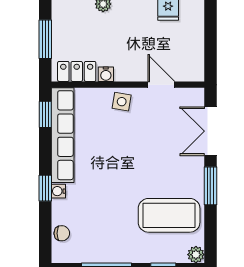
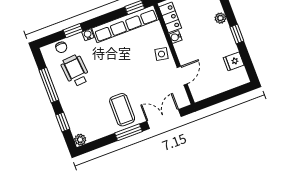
window: (45, 188) -> (73, 31), moved
coffee table: (169, 215) -> (122, 110), moved, width x0.73, depth x0.76
wheelchair: (100, 226) -> (75, 71), added

